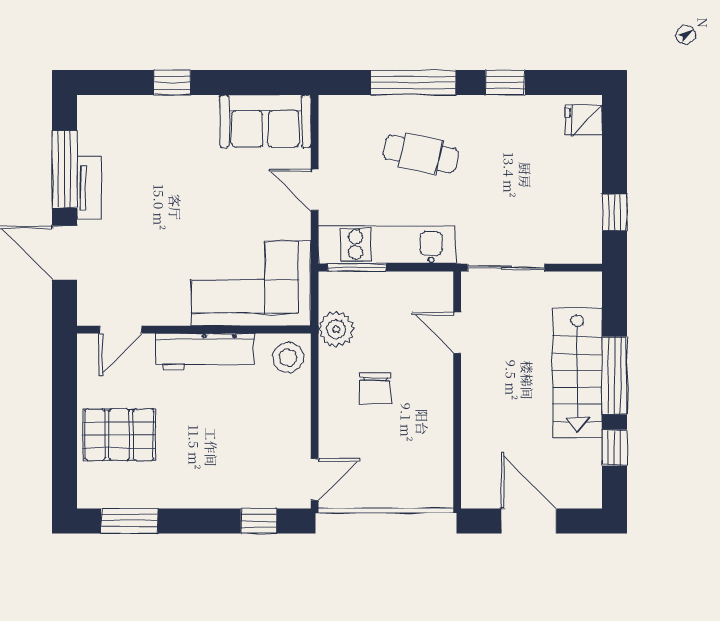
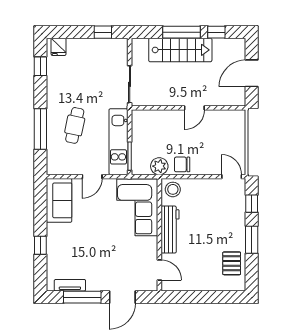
window: (505, 82) -> (40, 66), moved
tv unit: (89, 188) -> (70, 285), moved
door: (457, 333) -> (194, 108), moved
chair: (375, 388) -> (182, 164), moved, turned 180
pallet: (119, 435) -> (232, 263), moved, width x0.67, depth x0.71
window: (129, 521) -> (252, 240), moved

